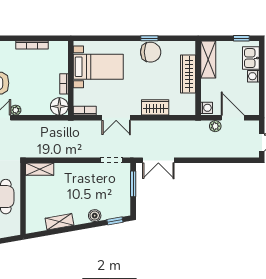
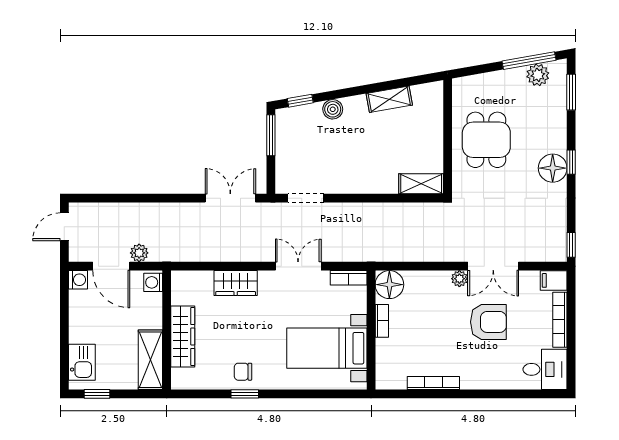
chair: (151, 52) -> (243, 372), width x0.54, depth x0.54
washing machine: (253, 76) -> (78, 280), moved
window: (133, 184) -> (271, 135), moved

